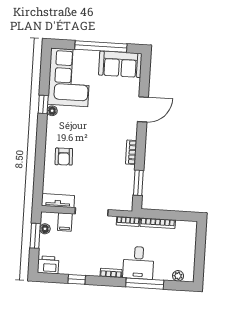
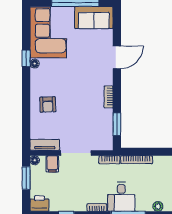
floor lamp: (45, 229) -> (35, 160), moved

